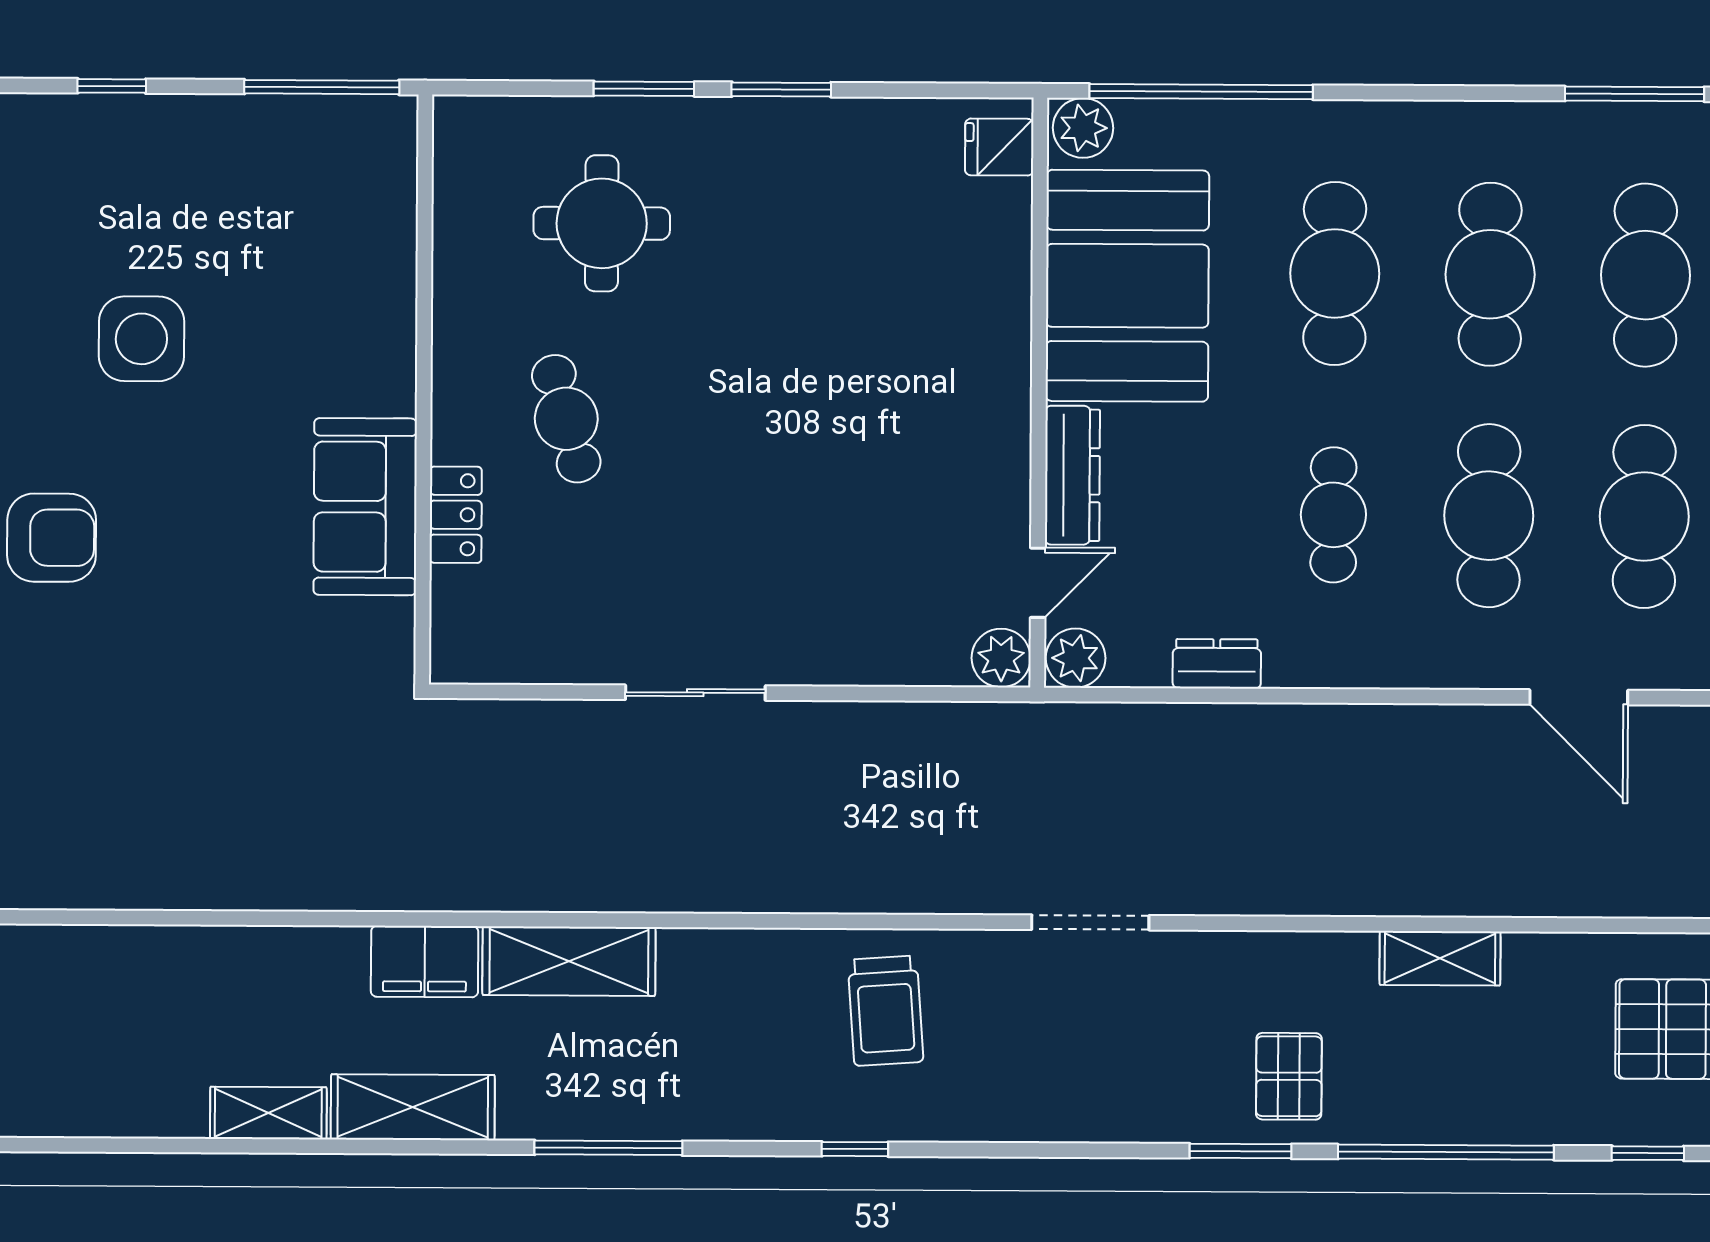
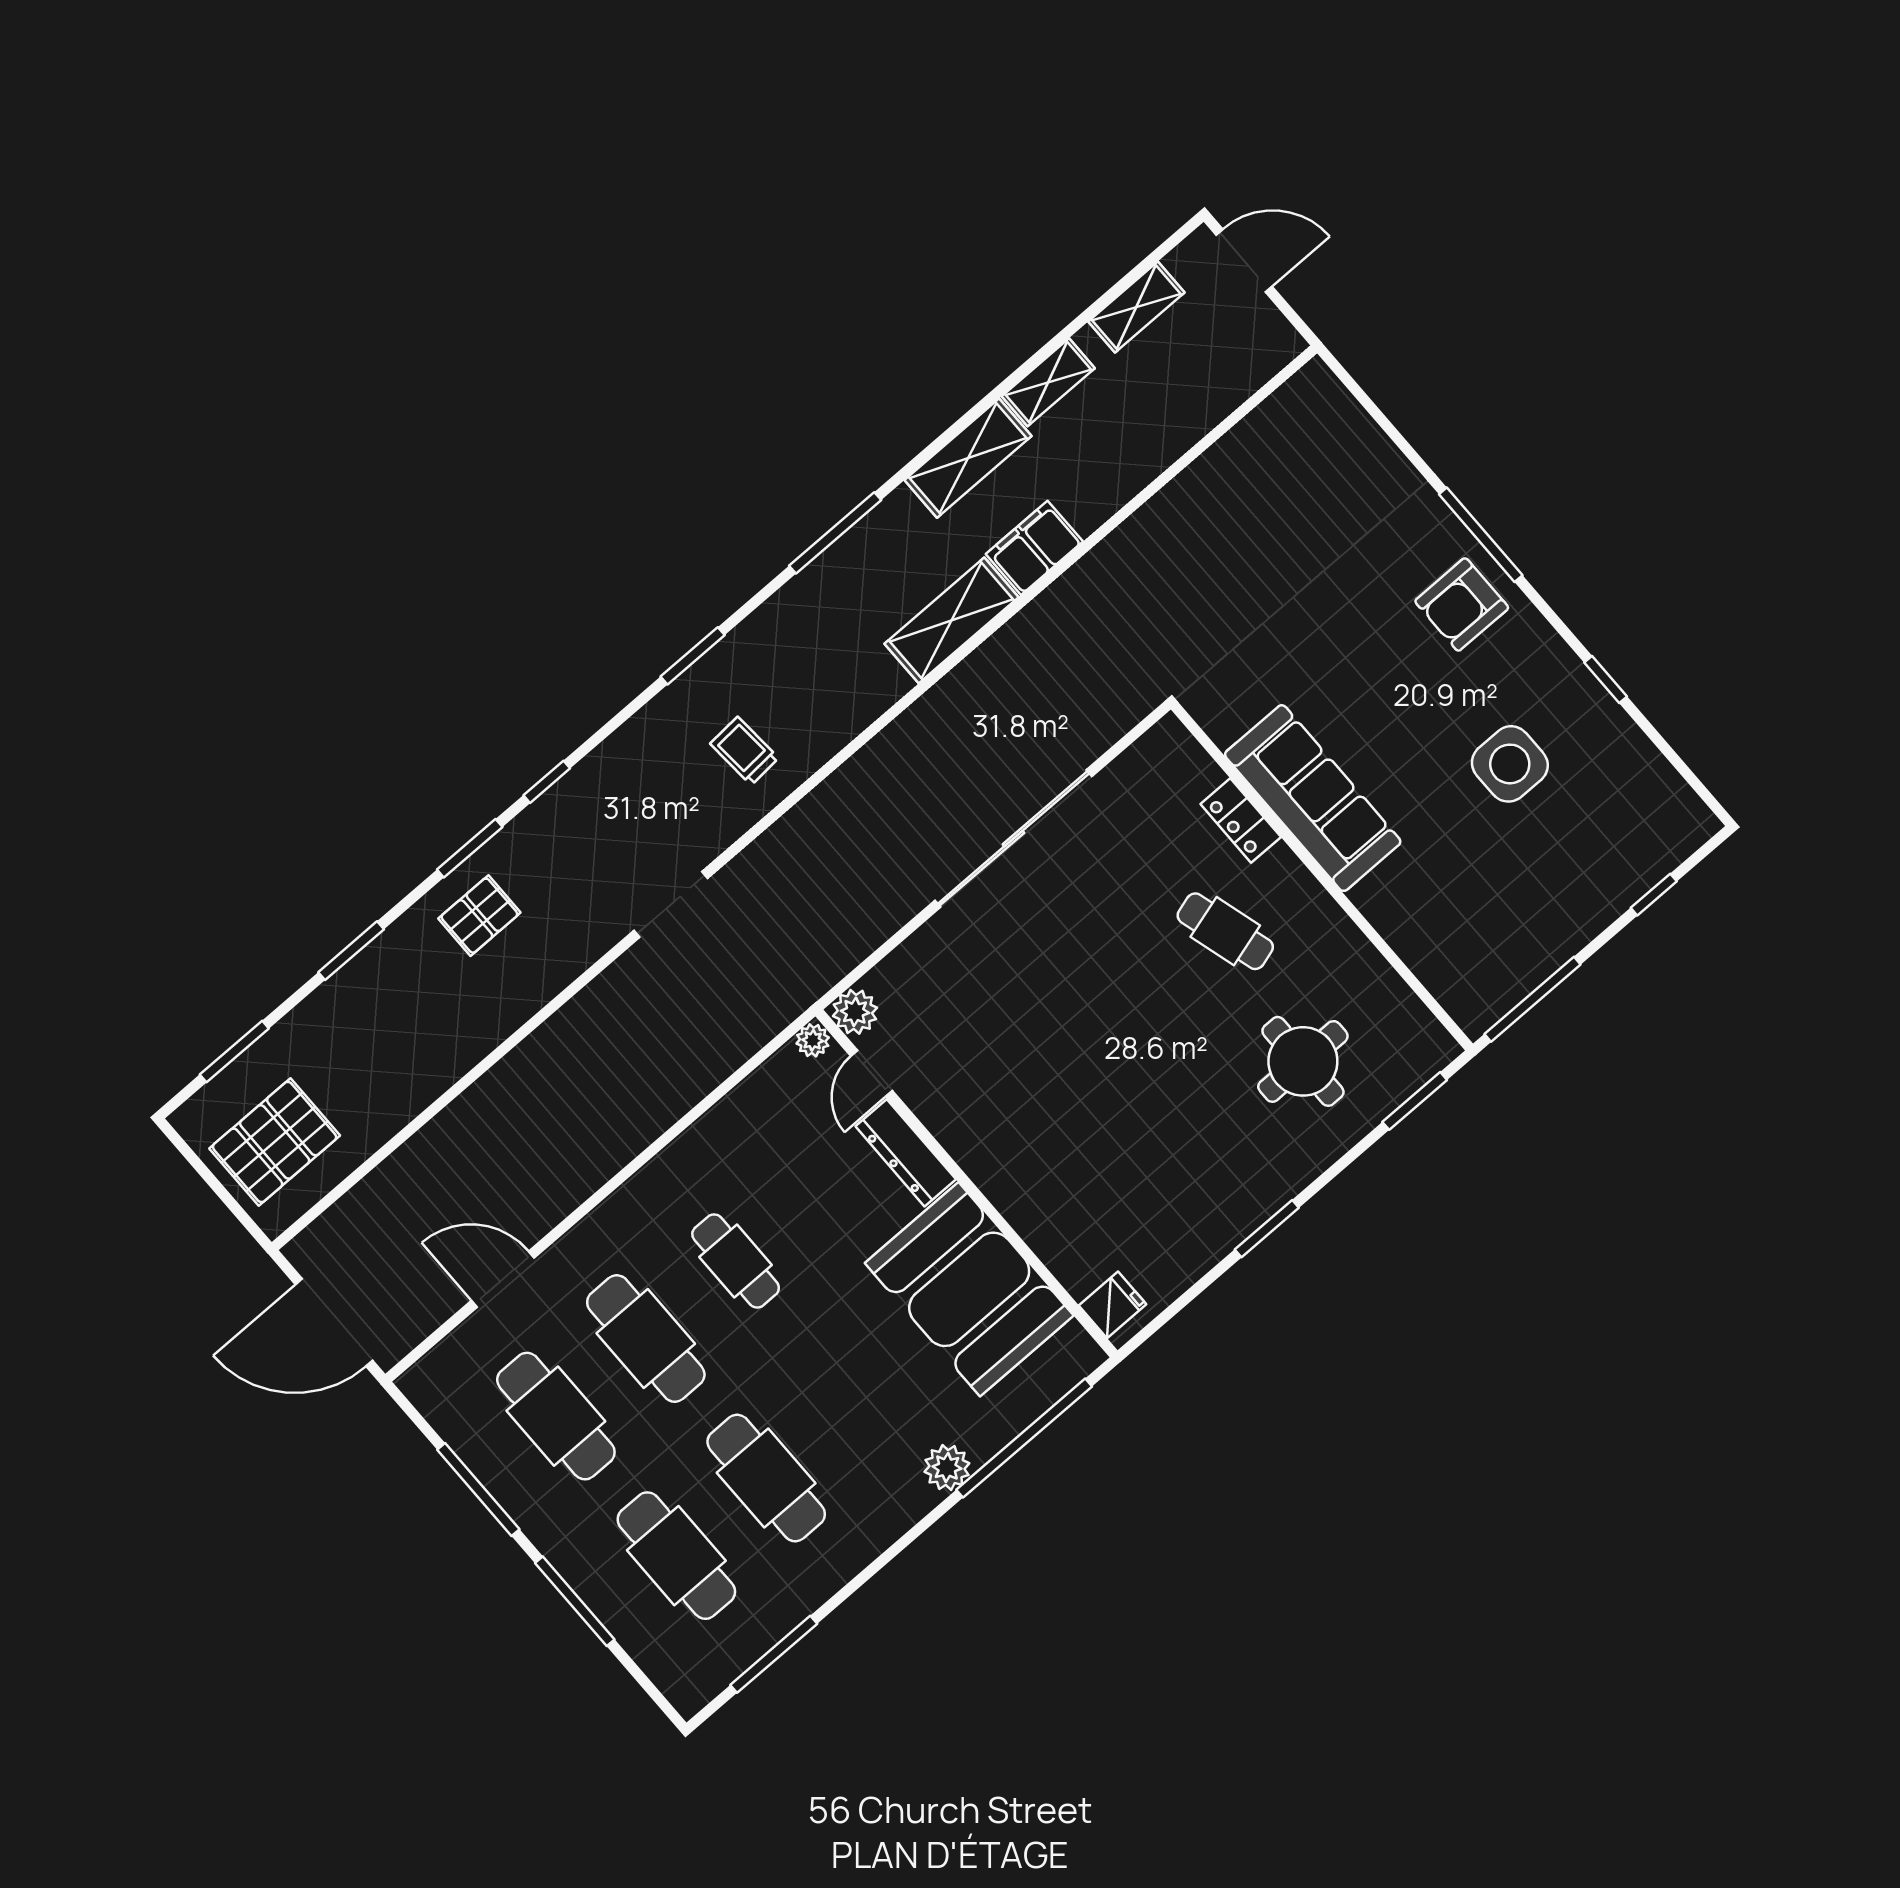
window: (644, 89) -> (1415, 1101), moved
plant: (1083, 128) -> (947, 1468), moved
cafe table: (1335, 273) -> (856, 1400), removed
sofa: (365, 507) -> (1313, 798), width x1.36
plant: (1076, 658) -> (813, 1040), width x0.73, depth x0.73
dresser: (1217, 664) -> (728, 1117), removed
sliding door: (695, 693) -> (1014, 838), width x1.86
shelving: (1440, 958) -> (1136, 307), moved
trolley: (886, 1011) -> (744, 751), width x0.73, depth x0.72
pallet: (1289, 1076) -> (479, 916), turned 90
window: (855, 1149) -> (693, 656), width x1.50
window: (1107, 1150) -> (547, 782), added
window: (1446, 1152) -> (351, 951), width x0.47
window: (1648, 1153) -> (234, 1052), width x1.50

